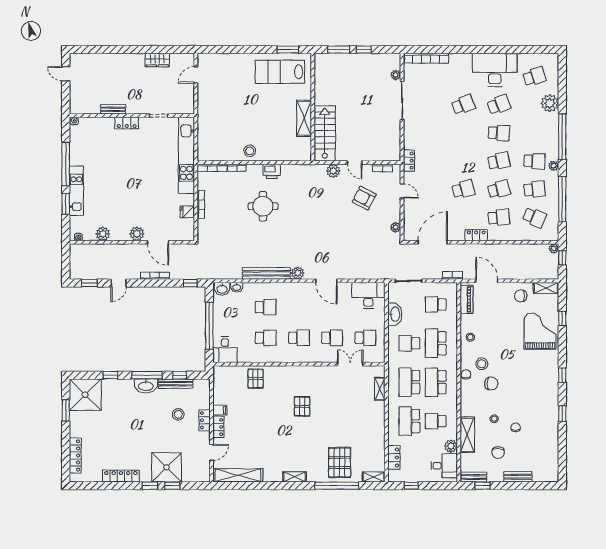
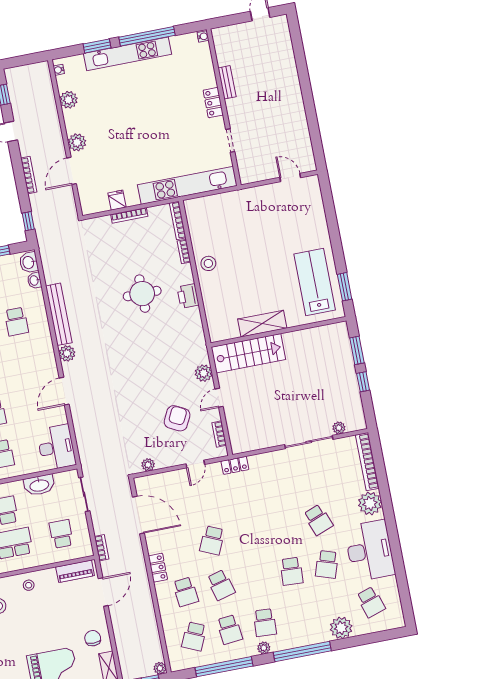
wardrobe: (157, 60) -> (300, 125), removed
plant: (458, 62) -> (370, 503), added
school desk: (499, 105) -> (327, 564), turned 39
school desk: (499, 161) -> (256, 578), removed
school desk: (463, 189) -> (212, 540), turned 39
kitchen unit: (76, 191) -> (127, 54), width x1.36

